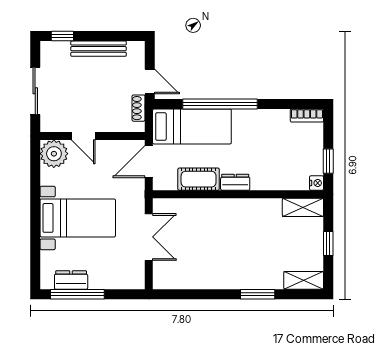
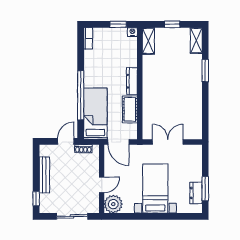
dresser: (235, 182) -> (132, 81), width x1.44
window: (77, 294) -> (205, 189), width x0.69

